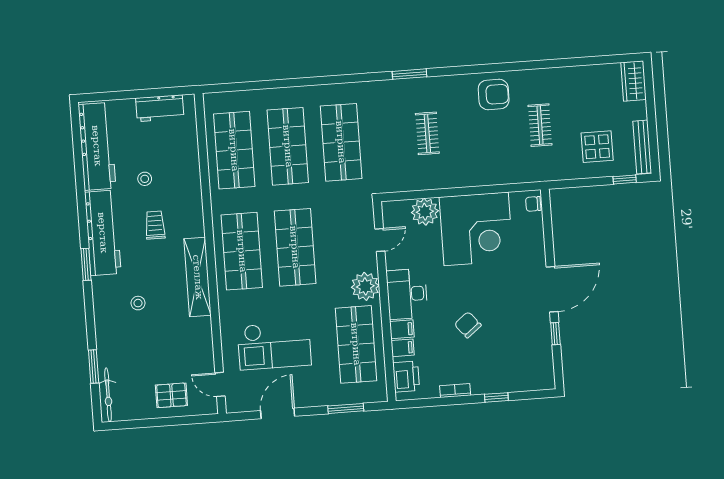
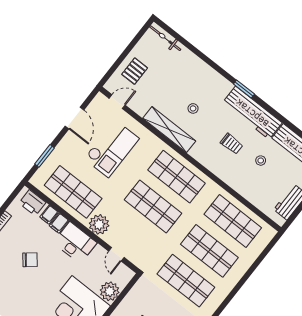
shelving: (198, 277) -> (169, 130), moved
stool: (138, 303) -> (193, 108), moved
checkout: (274, 346) -> (112, 149), turned 180
window: (94, 366) -> (187, 44), removed

